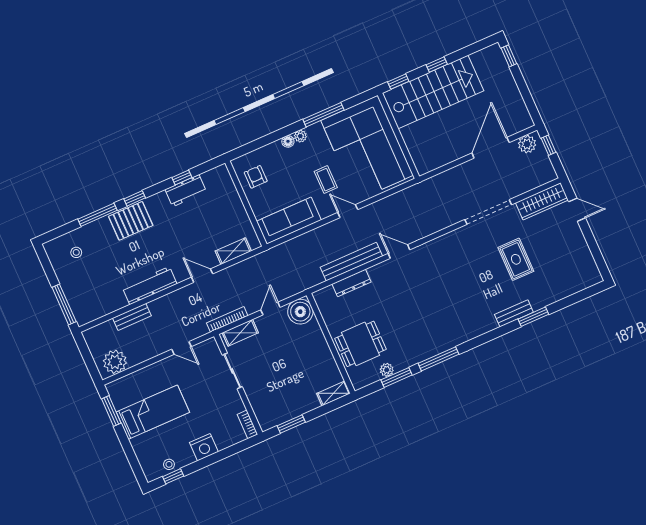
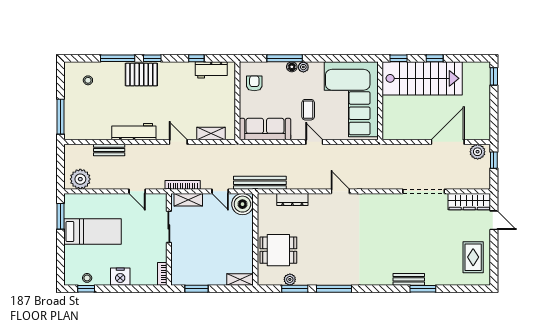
window: (323, 115) -> (285, 58), moved
workbench: (186, 191) -> (211, 70), moved
rug: (516, 259) -> (473, 257), moved
bench: (351, 262) -> (260, 183), moved
door: (270, 309) -> (220, 191), swing flipped

